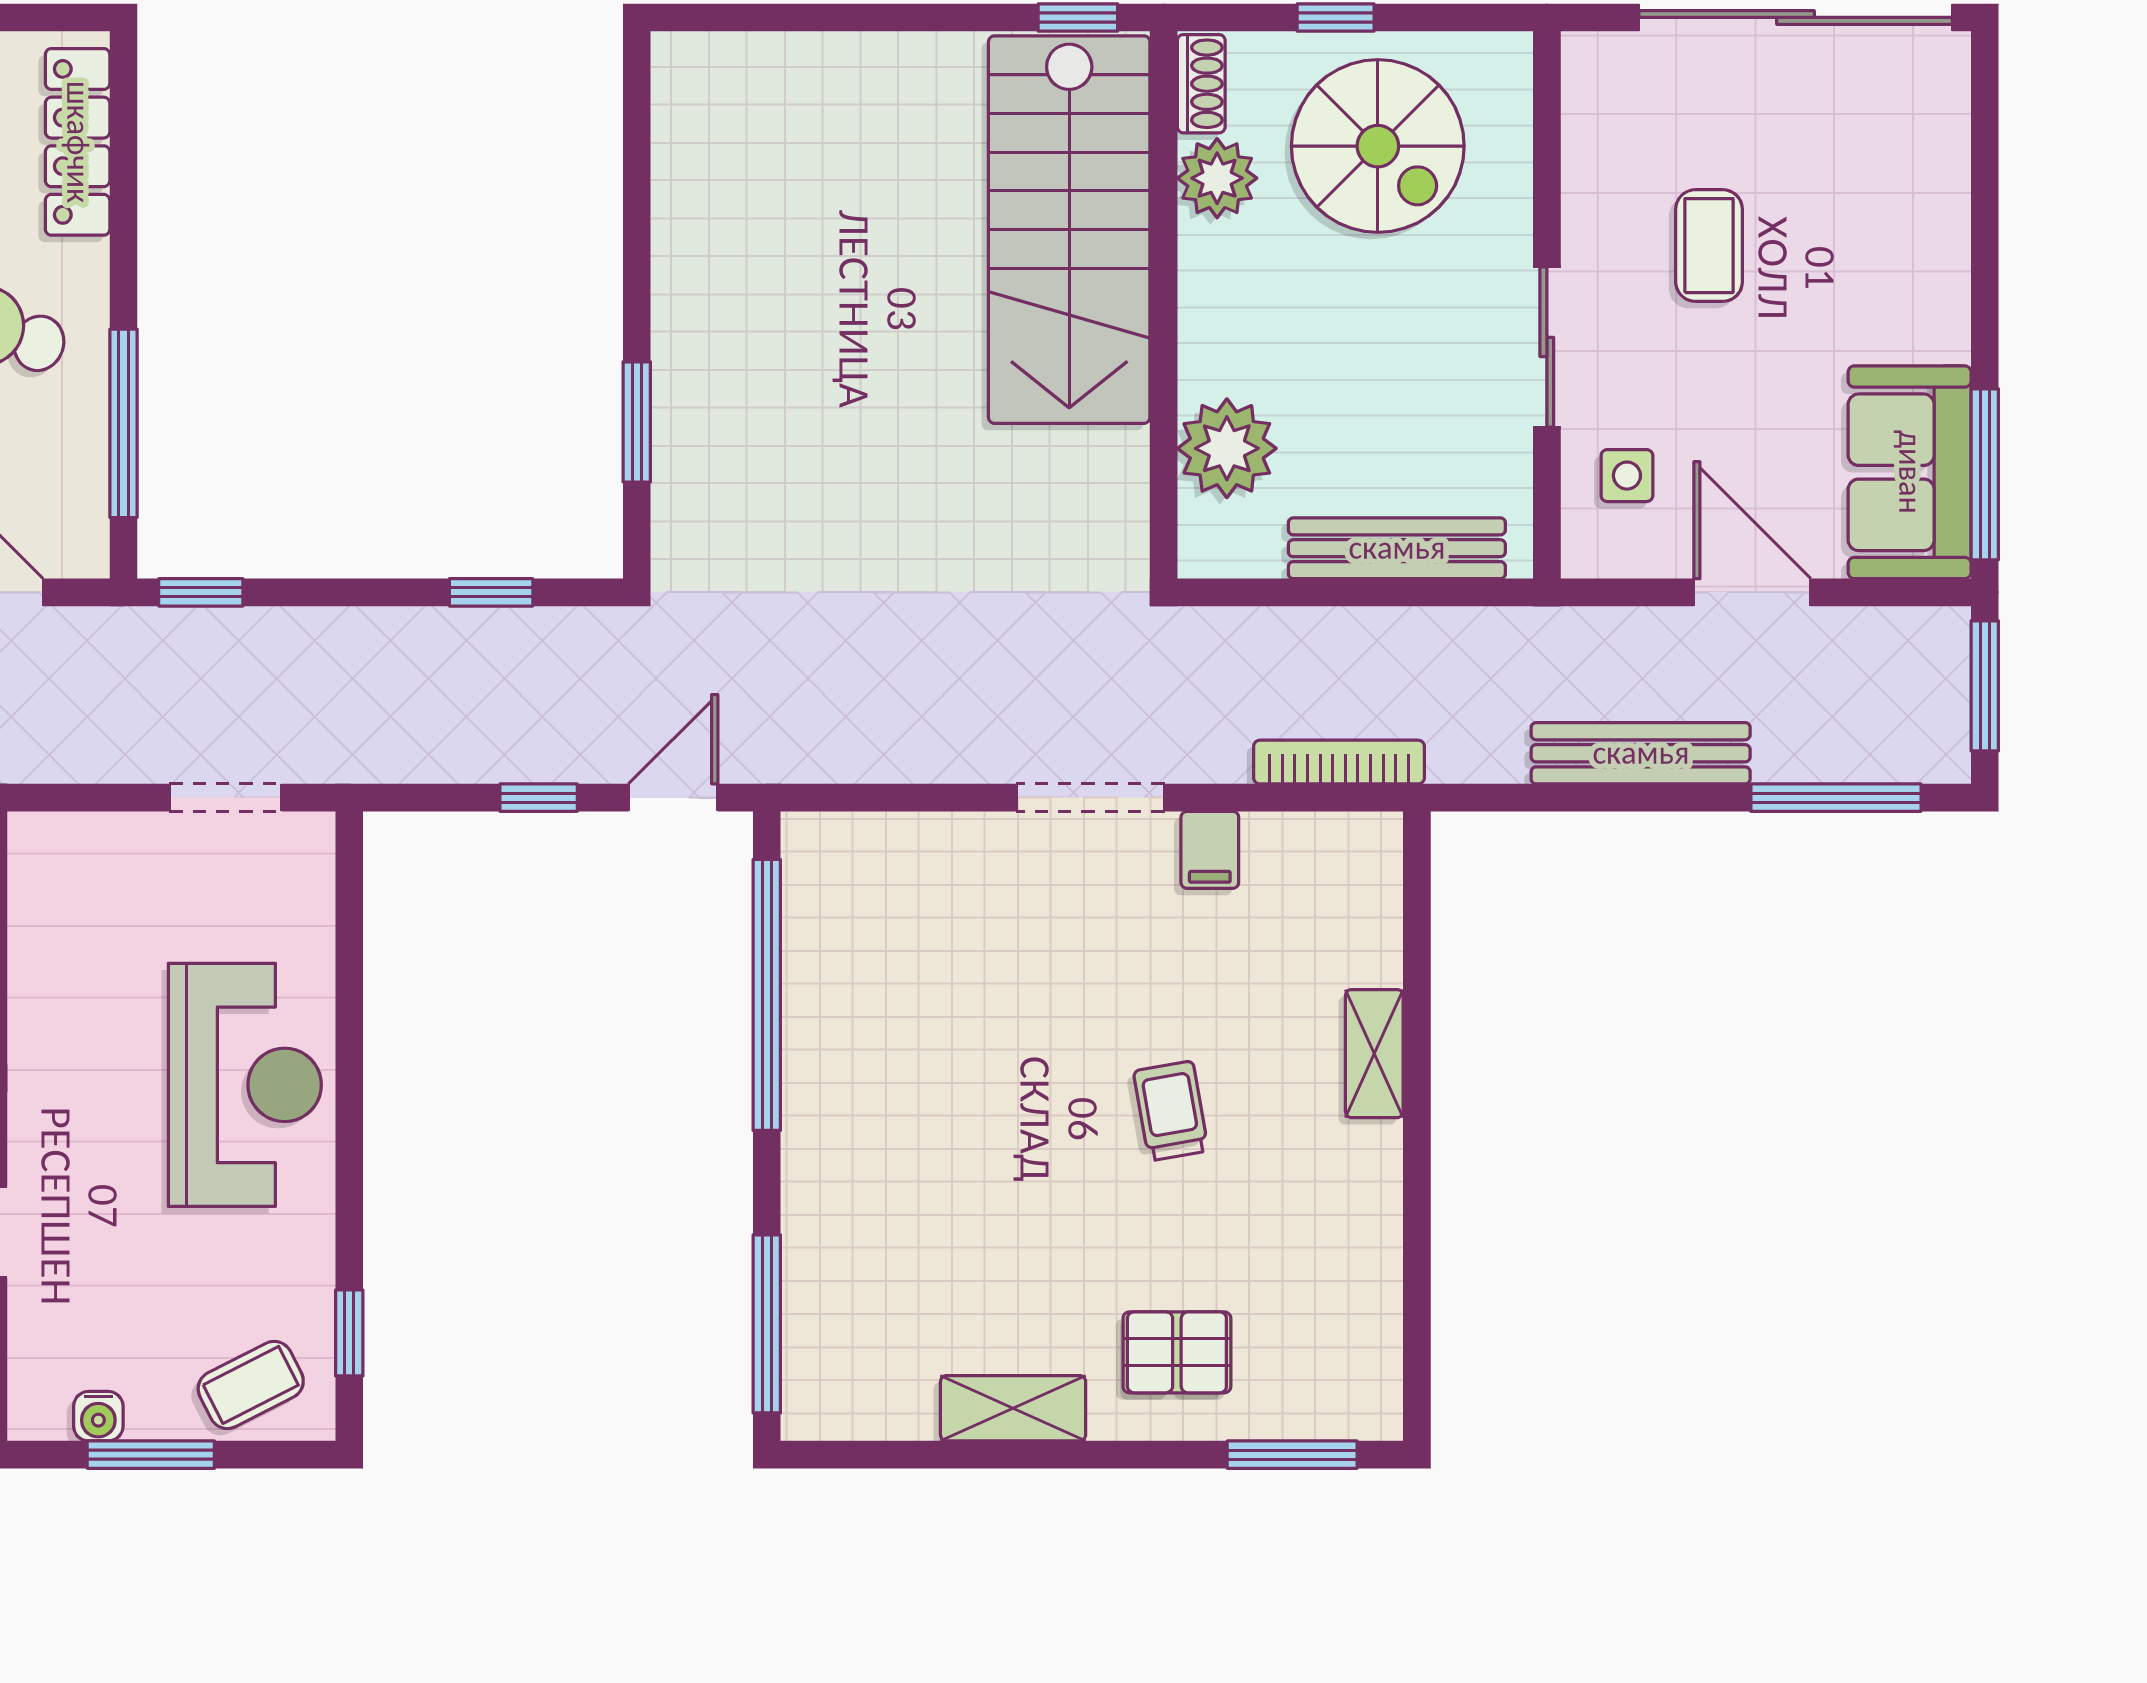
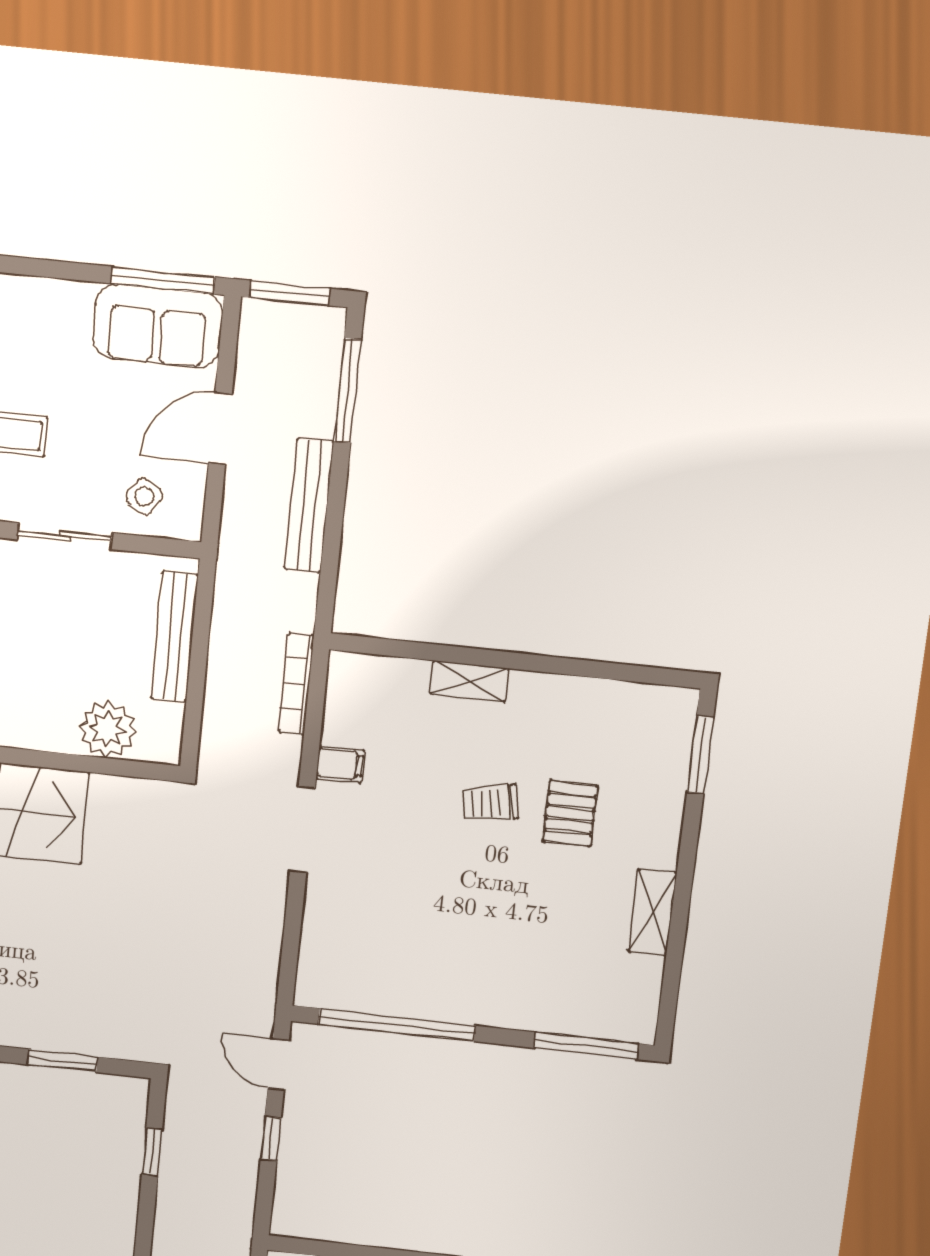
side table: (1627, 476) -> (144, 496), turned 33
pallet: (1177, 1352) -> (570, 814), moved

